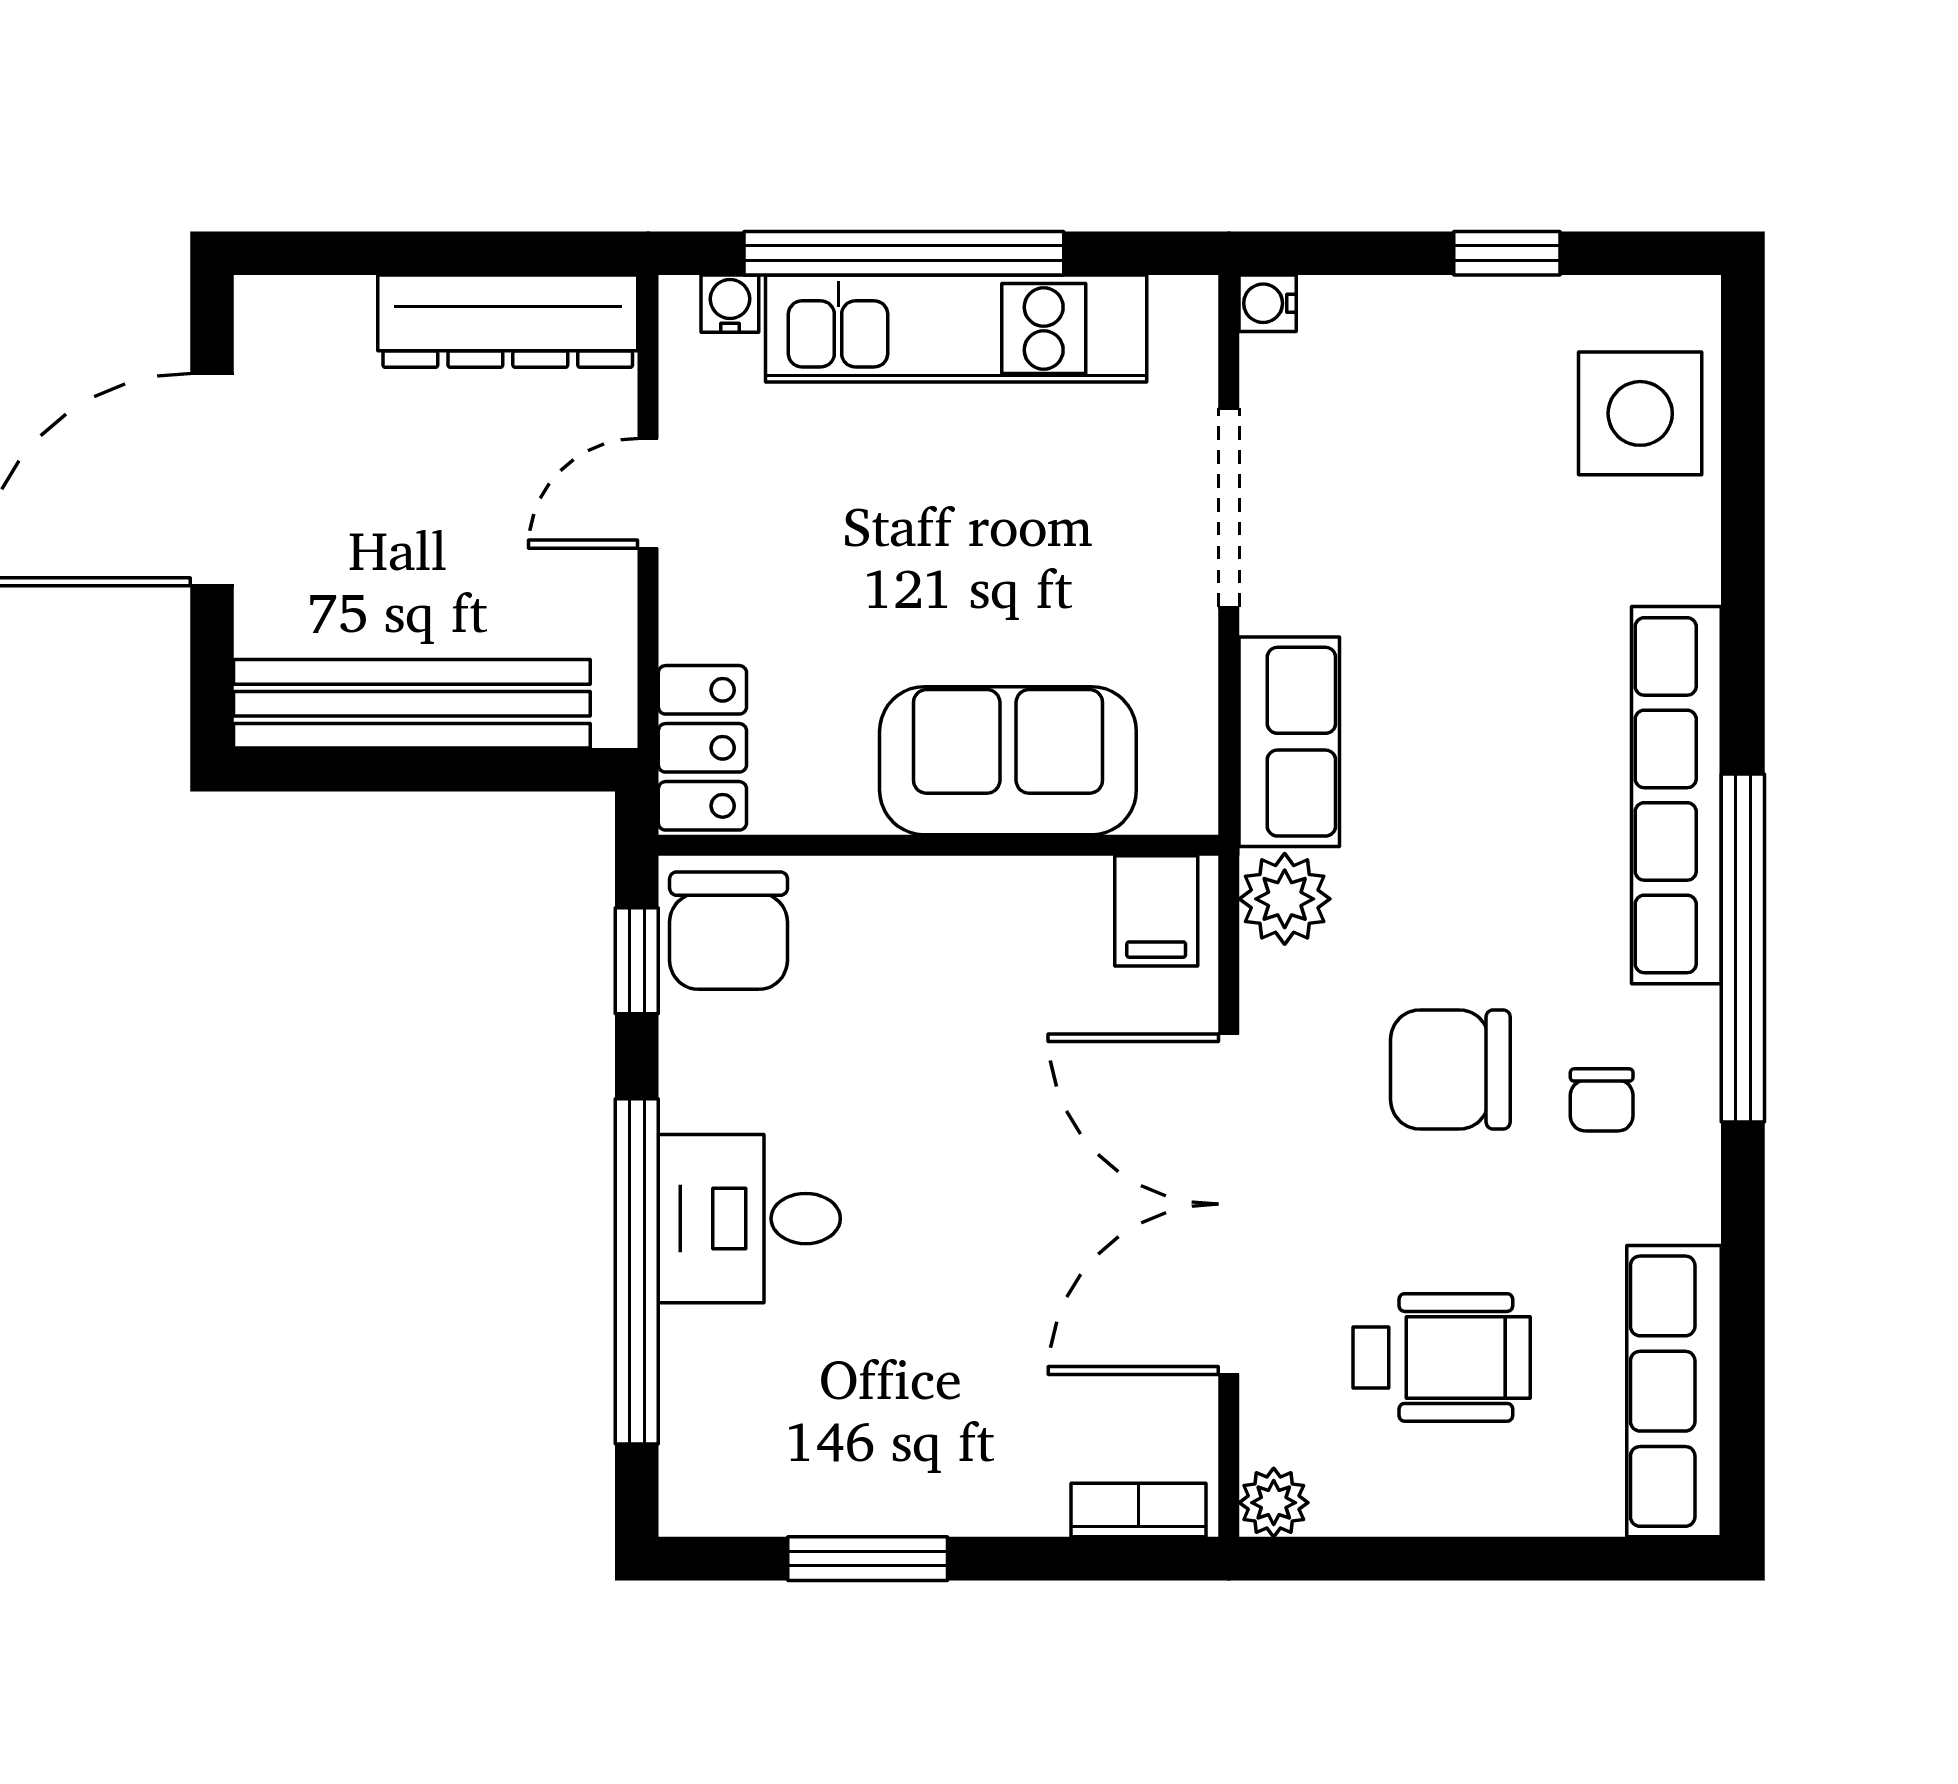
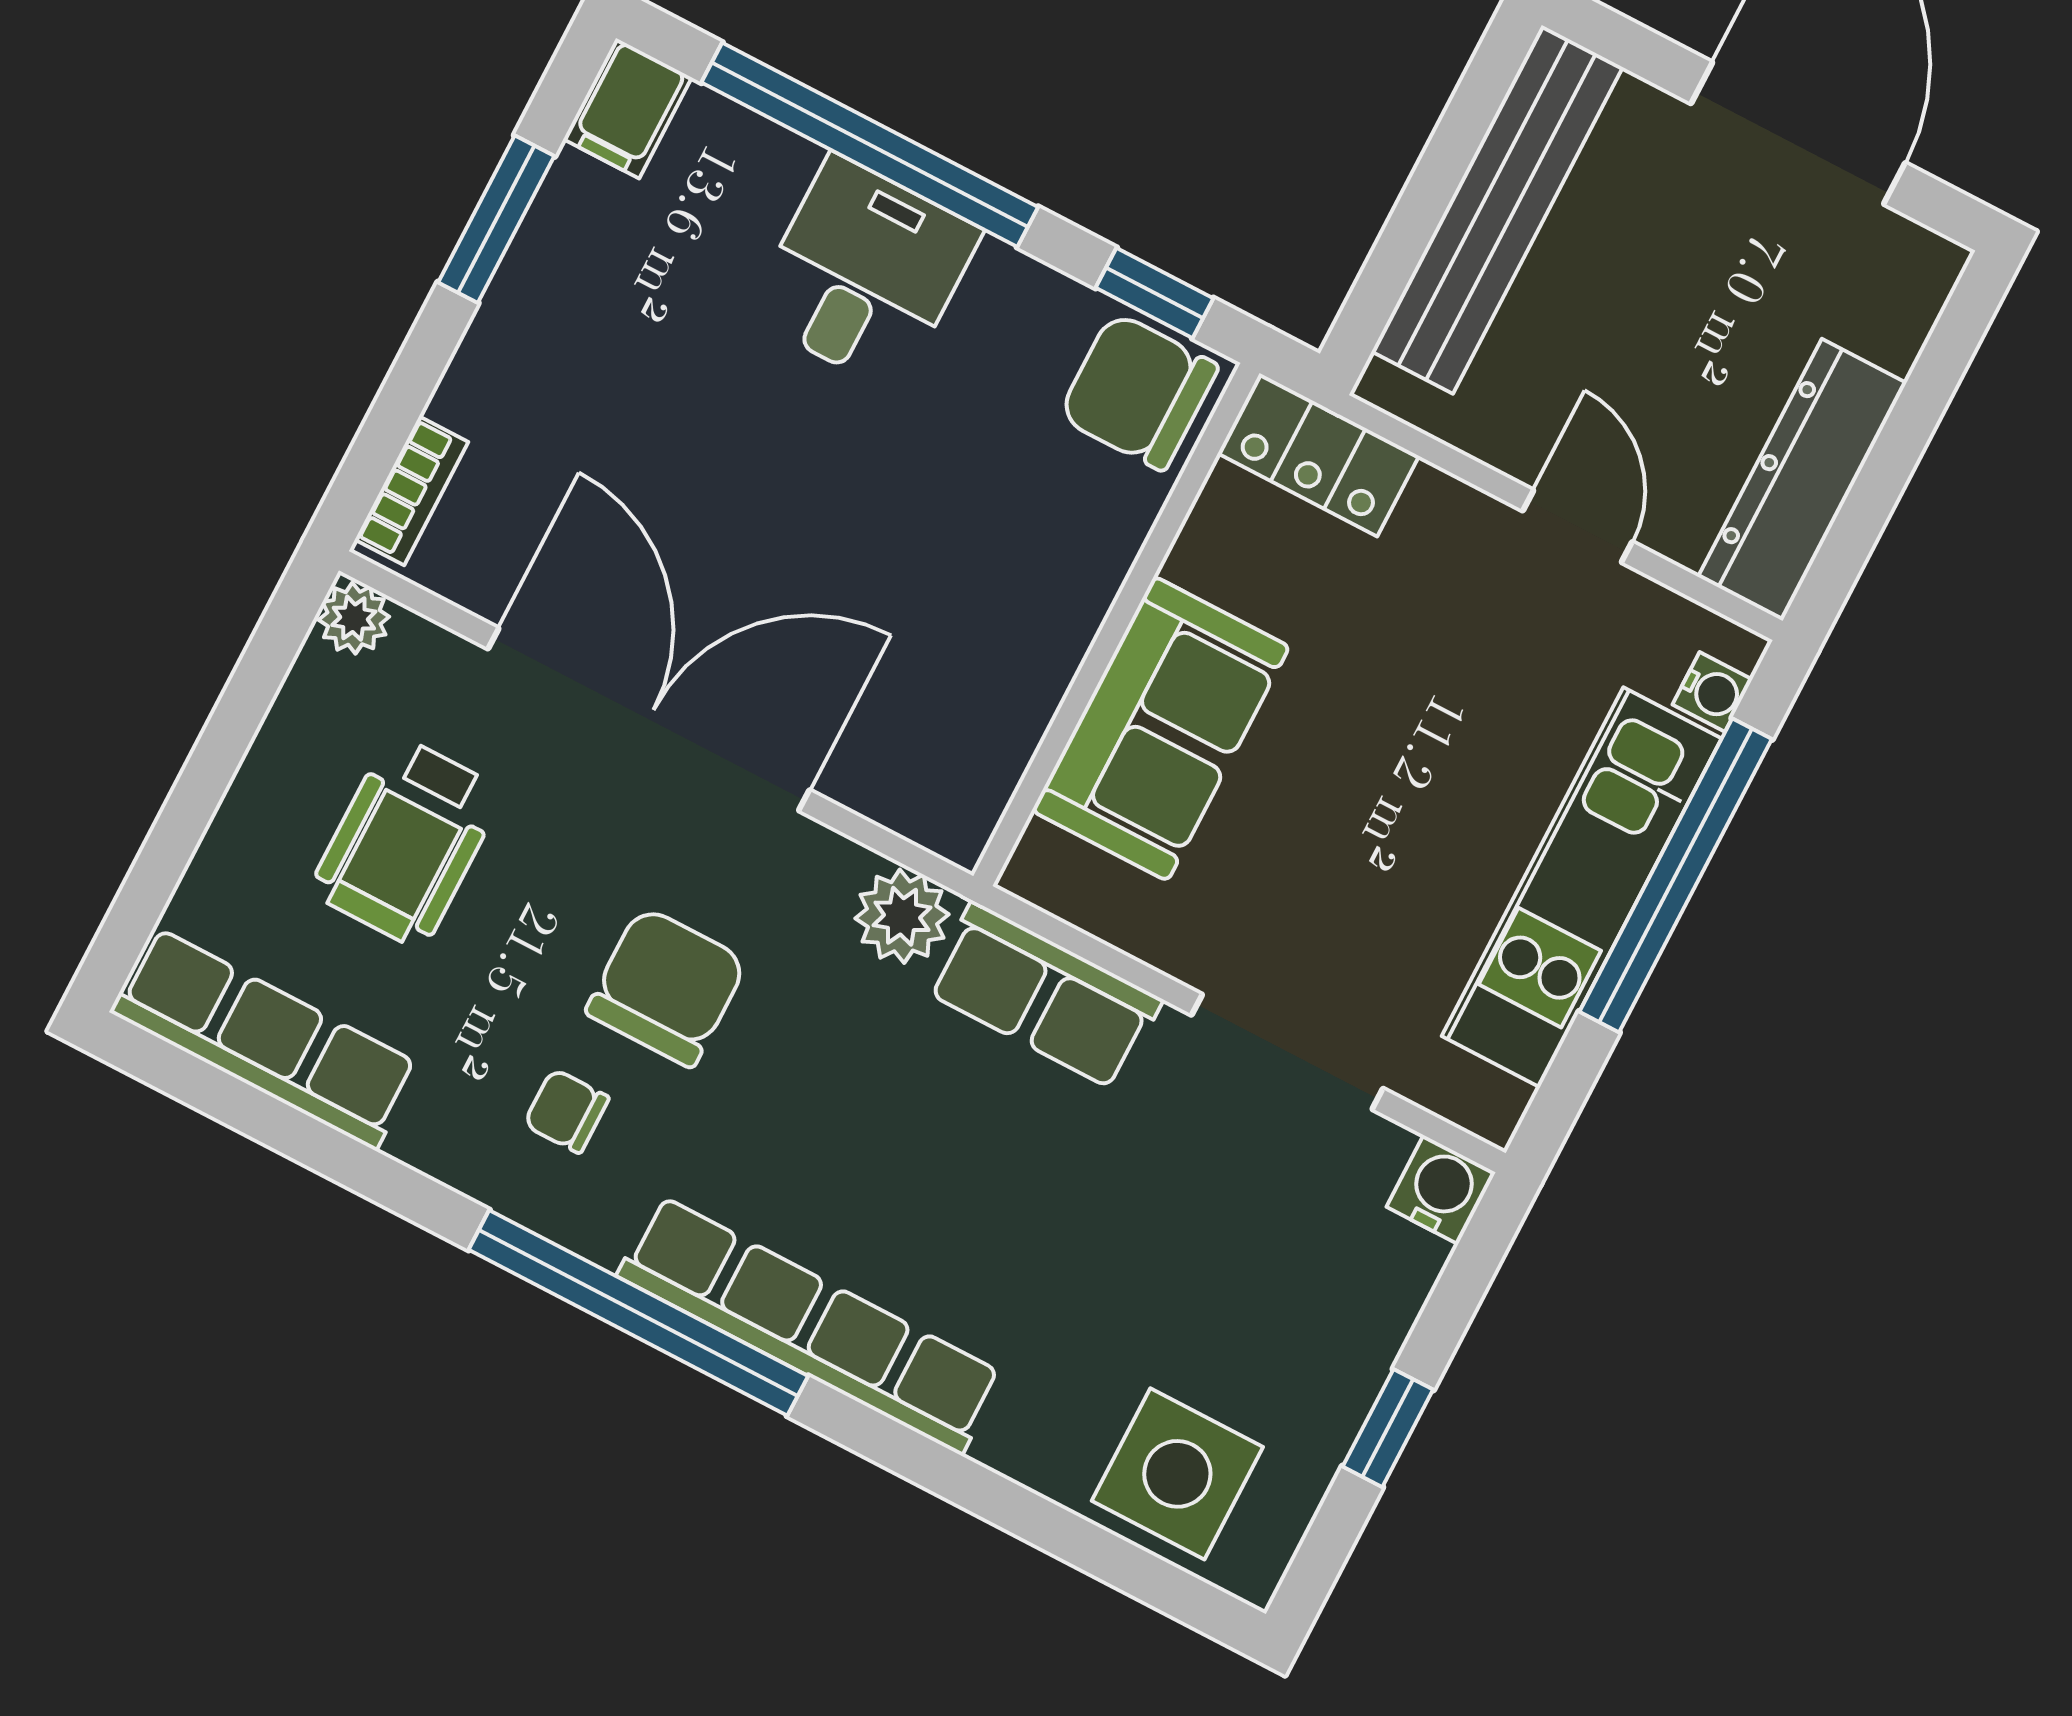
water cooler: (1268, 303) -> (1441, 1190), width x1.38, depth x1.38
filing cabinet: (1156, 911) -> (628, 108), moved, turned -90

